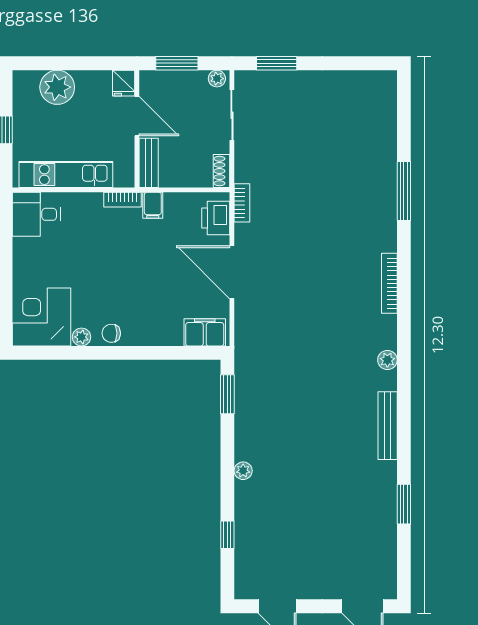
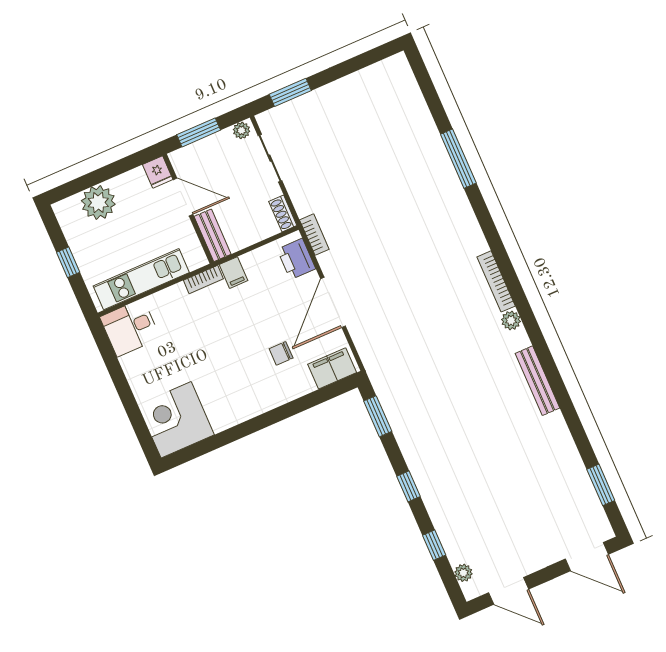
door: (232, 272) -> (333, 302), hinge flipped
bookcase: (389, 283) -> (496, 281), moved
chair: (111, 333) -> (281, 353), moved
plant: (81, 337) -> (221, 422), removed
window: (227, 471) -> (408, 486), added
plant: (243, 471) -> (463, 573), moved
window: (404, 504) -> (601, 485), moved

